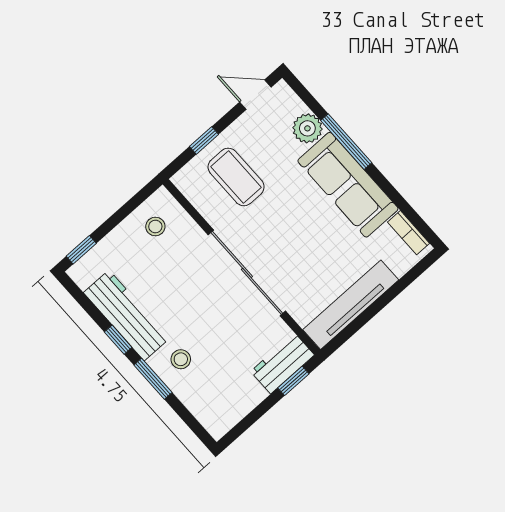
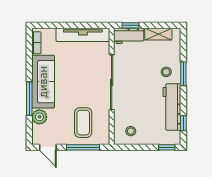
window: (204, 140) -> (83, 147), width x2.17
window: (118, 340) -> (183, 123), moved
shelving: (241, 404) -> (158, 34), added

